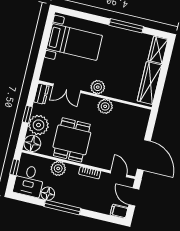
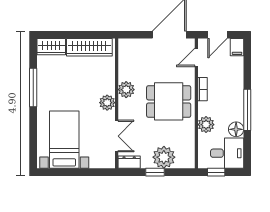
dining table: (72, 140) -> (169, 101), moved
floor lamp: (32, 143) -> (186, 159), removed

